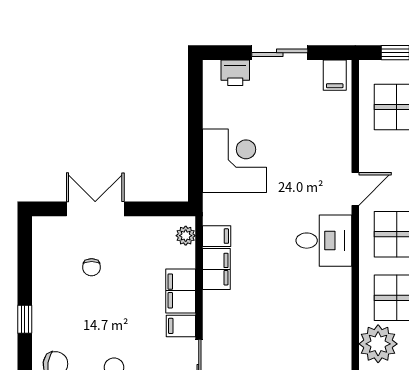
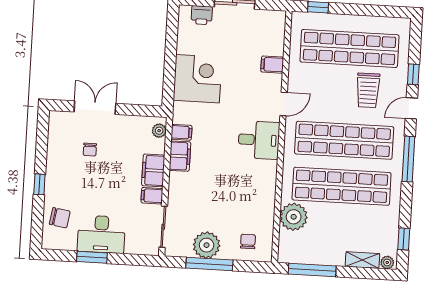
filing cabinet: (335, 75) -> (272, 65), moved, turned 90

